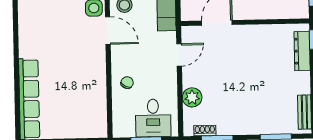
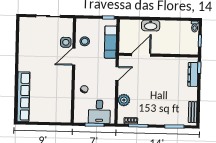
door: (108, 31) -> (74, 57), swing flipped

